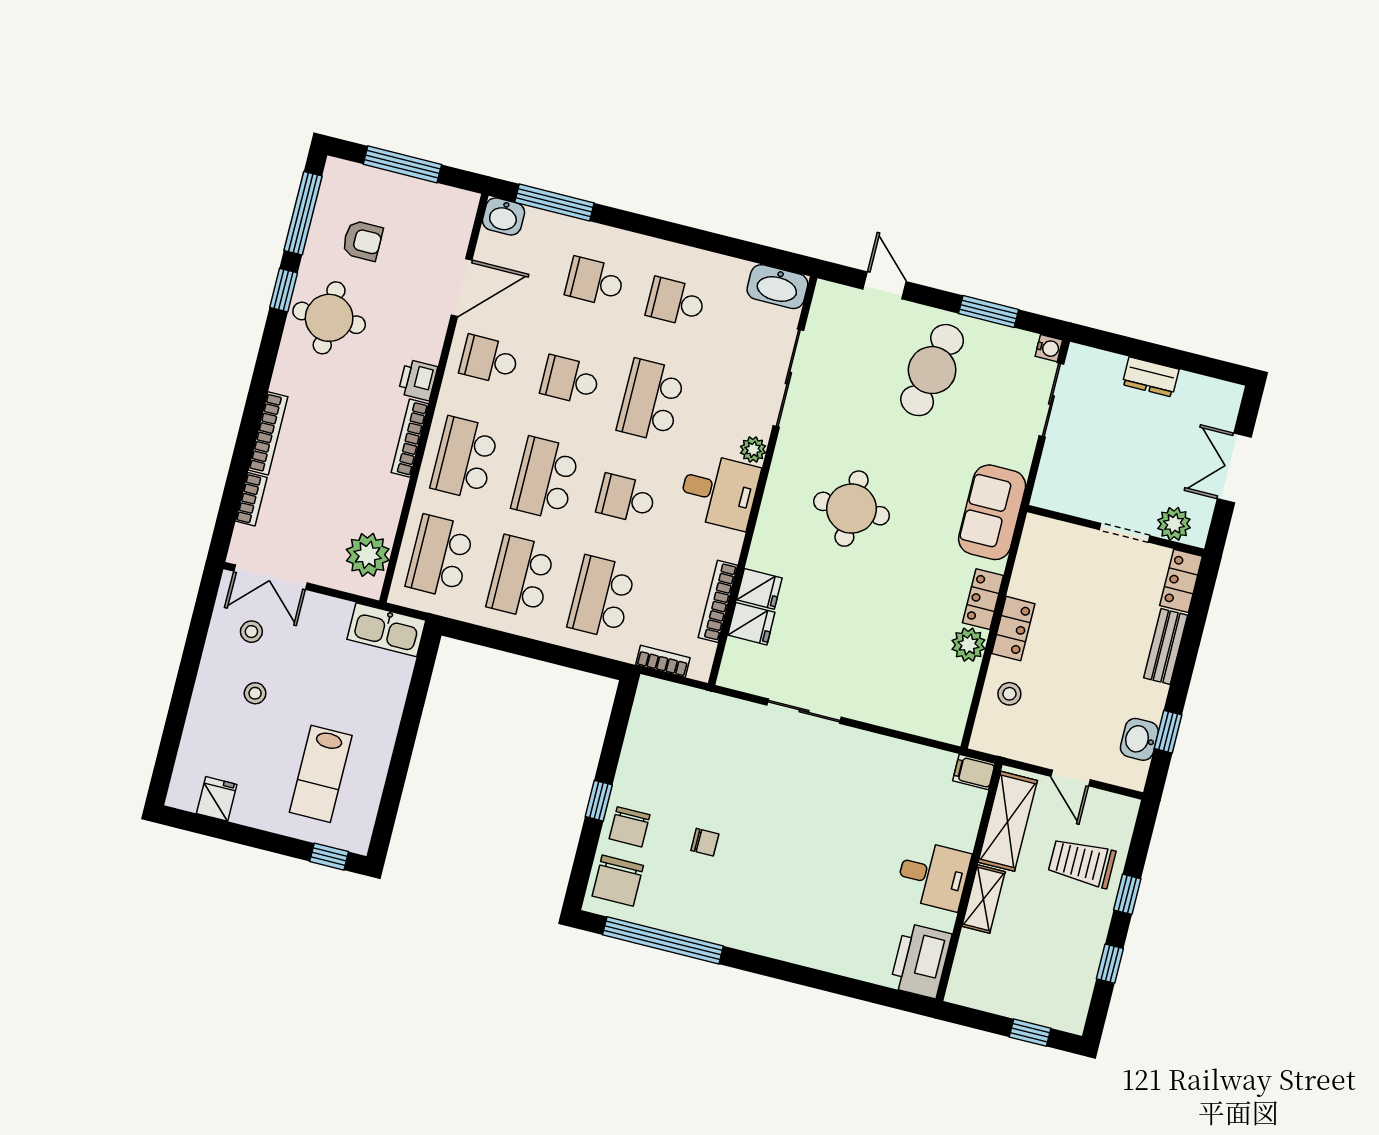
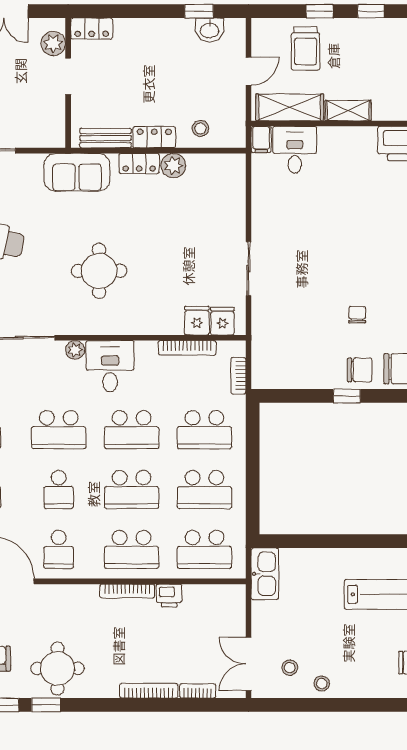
printer: (418, 380) -> (169, 596), moved
school desk: (626, 499) -> (132, 430), width x1.85
plant: (368, 555) -> (216, 600), removed
double door: (270, 577) -> (248, 664), swing flipped
fridge: (759, 589) -> (222, 321), moved
bench: (1166, 647) -> (106, 138), moved
stool: (255, 693) -> (322, 683), moved
desk: (933, 875) -> (295, 150), moved

